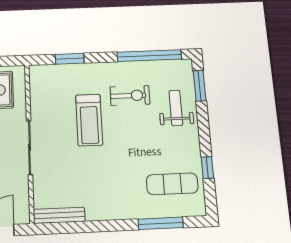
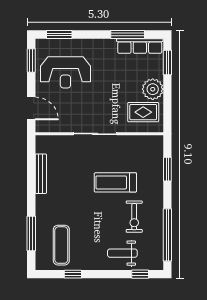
window: (200, 86) -> (140, 274), width x0.67
weight bench: (176, 108) -> (122, 253), turned 180
bench: (59, 215) -> (41, 174), moved

